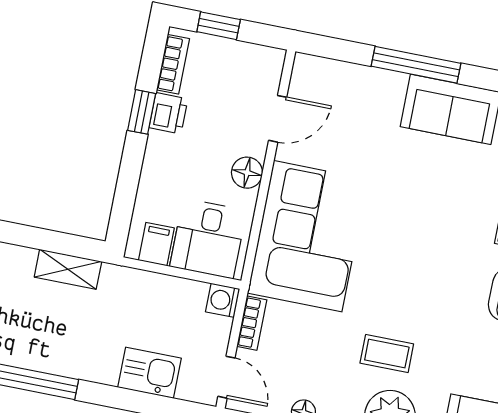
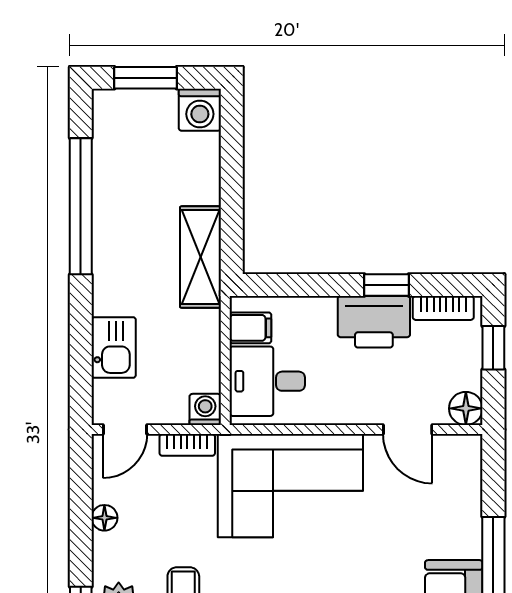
printer: (168, 113) -> (374, 322), width x1.87, depth x1.48
floor lamp: (247, 173) -> (466, 408), moved
shelving: (68, 269) -> (201, 257), width x1.50, depth x1.33

